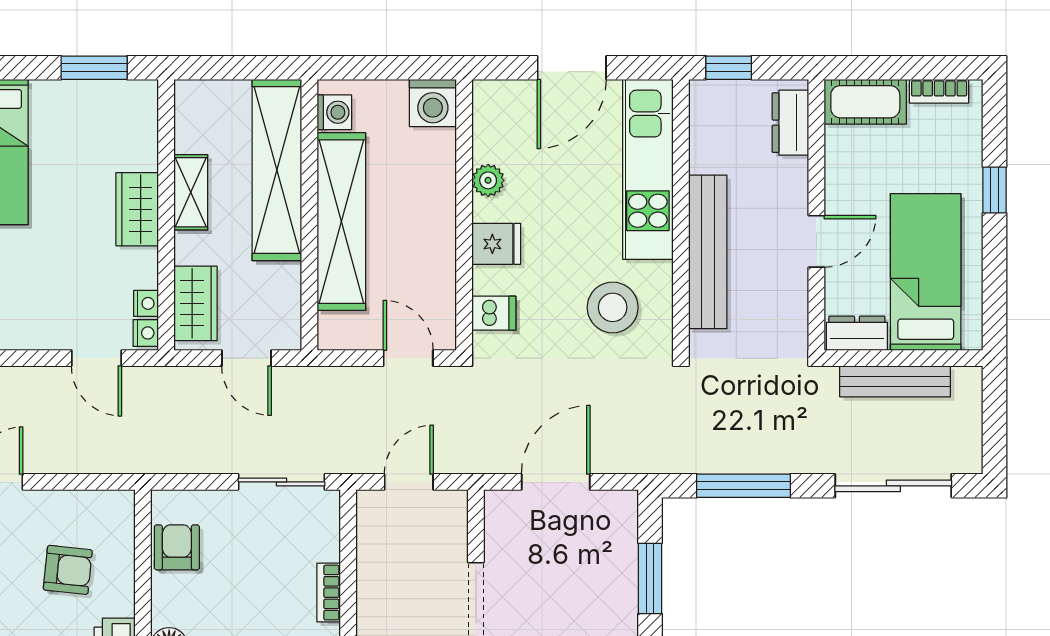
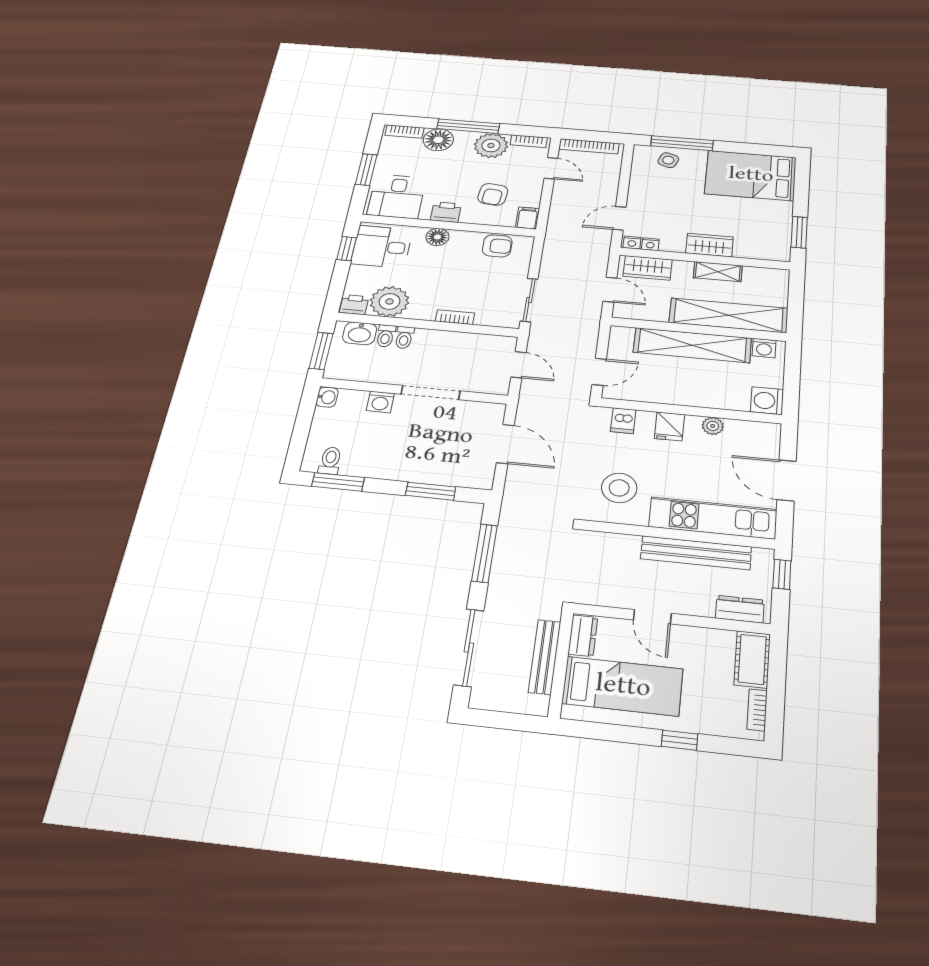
bench: (708, 252) -> (696, 553), moved
door: (246, 358) -> (610, 290), swing flipped
filing cabinet: (113, 507) -> (527, 218), added

